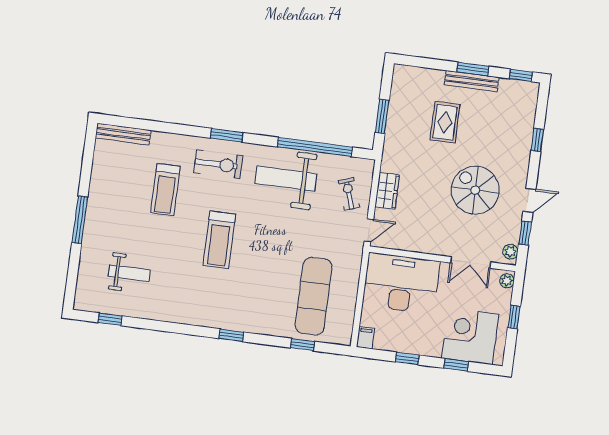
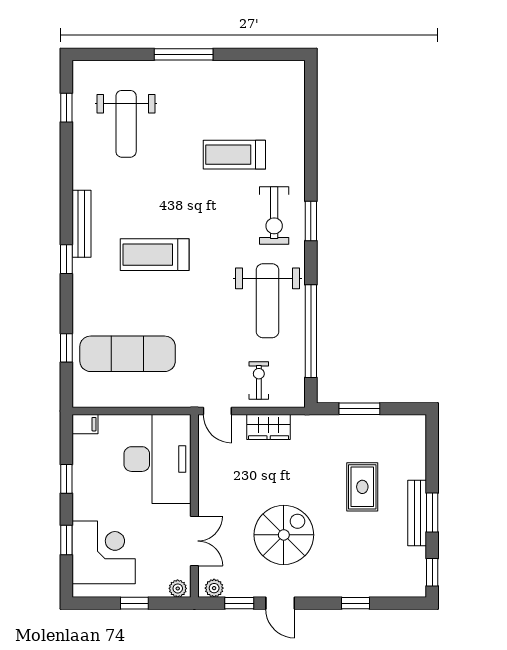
rug: (445, 122) -> (362, 487), turned 90
bench: (123, 134) -> (81, 224), moved
weight bench: (286, 179) -> (268, 301), turned 180
exercise bike: (349, 194) -> (259, 381), turned -71
treadmill: (219, 240) -> (155, 255), moved
double door: (471, 262) -> (194, 541), swing flipped
weight bench: (129, 273) -> (126, 124), width x1.36, depth x1.33

